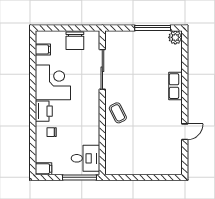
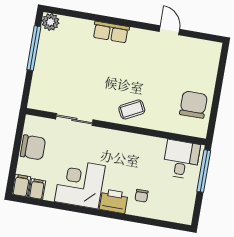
sliding door: (102, 69) -> (74, 119), width x0.73
chair: (130, 160) -> (193, 105), added
filing cabinet: (43, 169) -> (21, 185), moved

